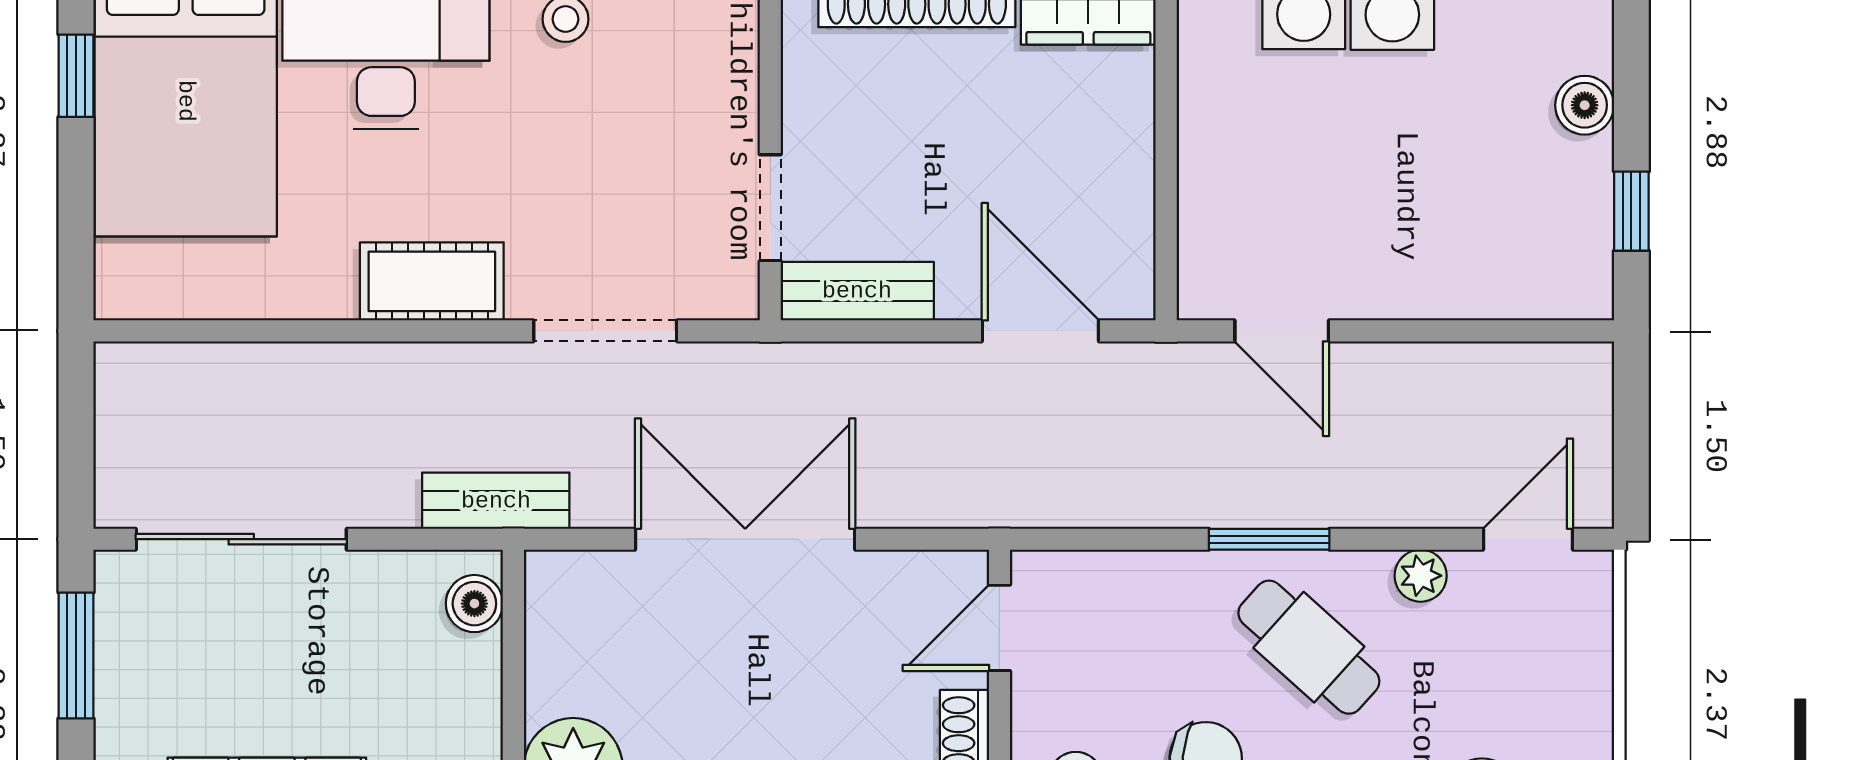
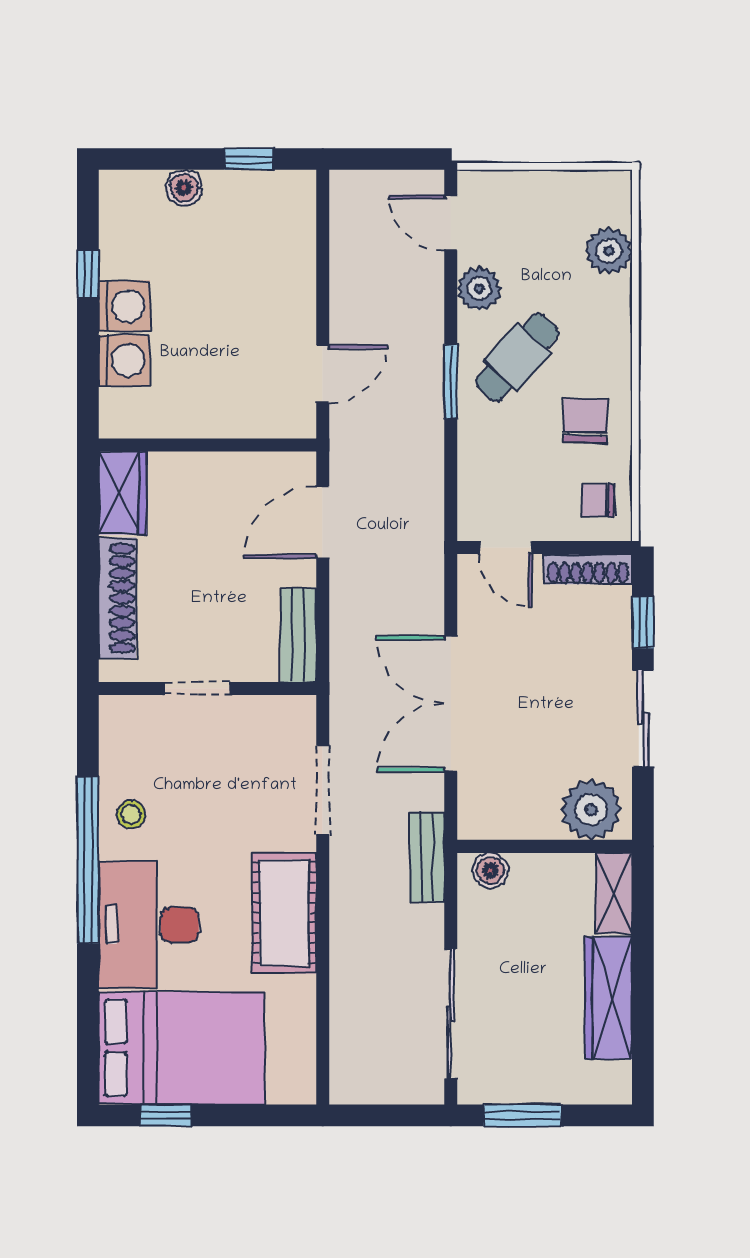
doorway: (770, 208) -> (198, 688), moved
cot: (432, 281) -> (284, 913), width x1.37, depth x1.34
plant: (1421, 576) -> (479, 289), width x1.38, depth x1.38

